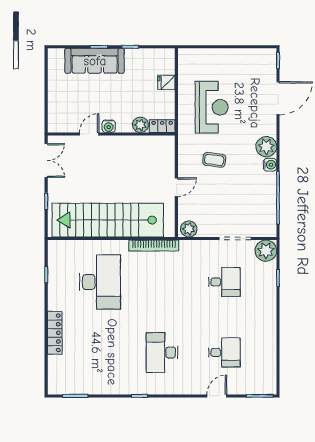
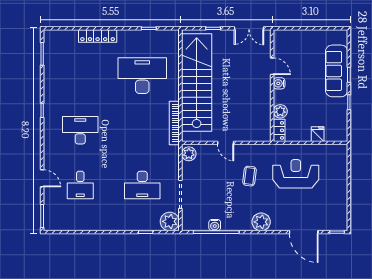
reception desk: (212, 107) -> (296, 174), turned 180
water cooler: (270, 165) -> (215, 225), moved
desk: (100, 282) -> (142, 76), turned 180
desk: (224, 282) -> (142, 185), width x1.37

